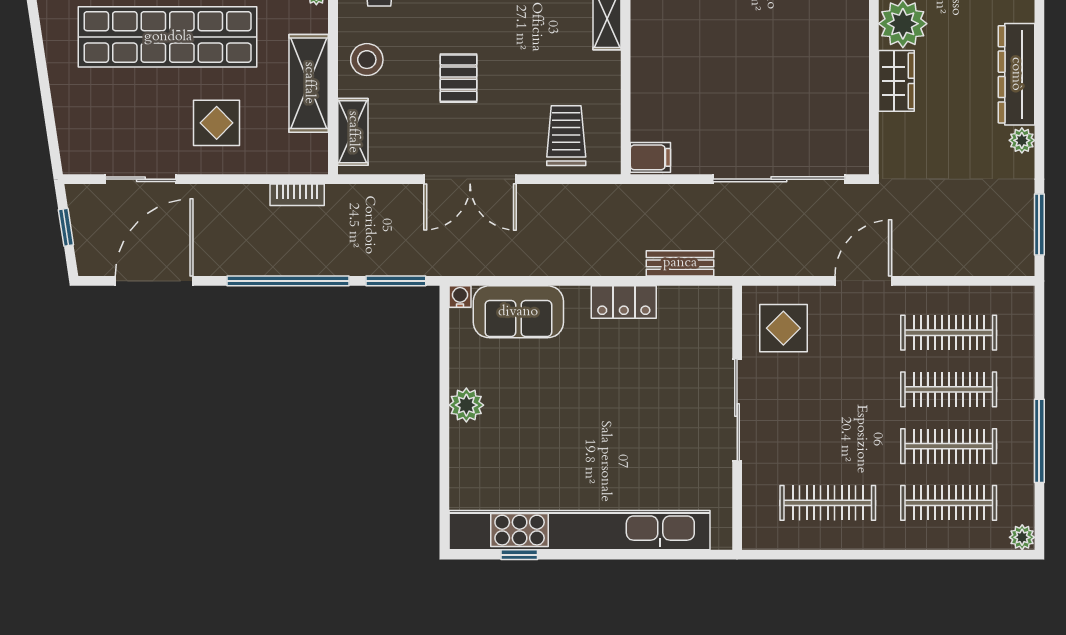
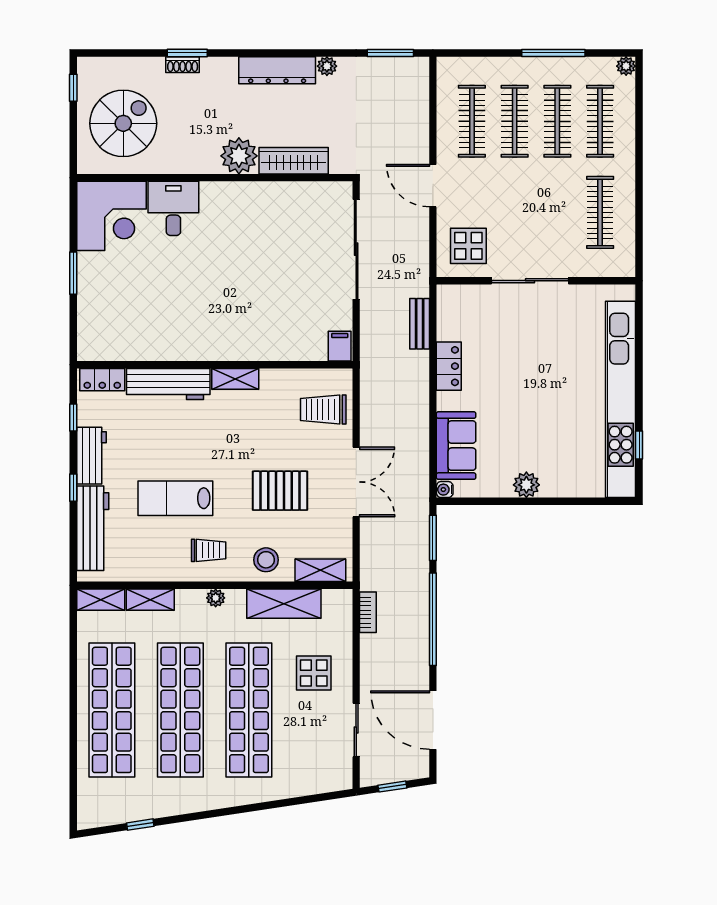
pallet: (459, 78) -> (280, 491), width x1.50, depth x1.42
wardrobe: (896, 81) -> (294, 161), width x1.50

